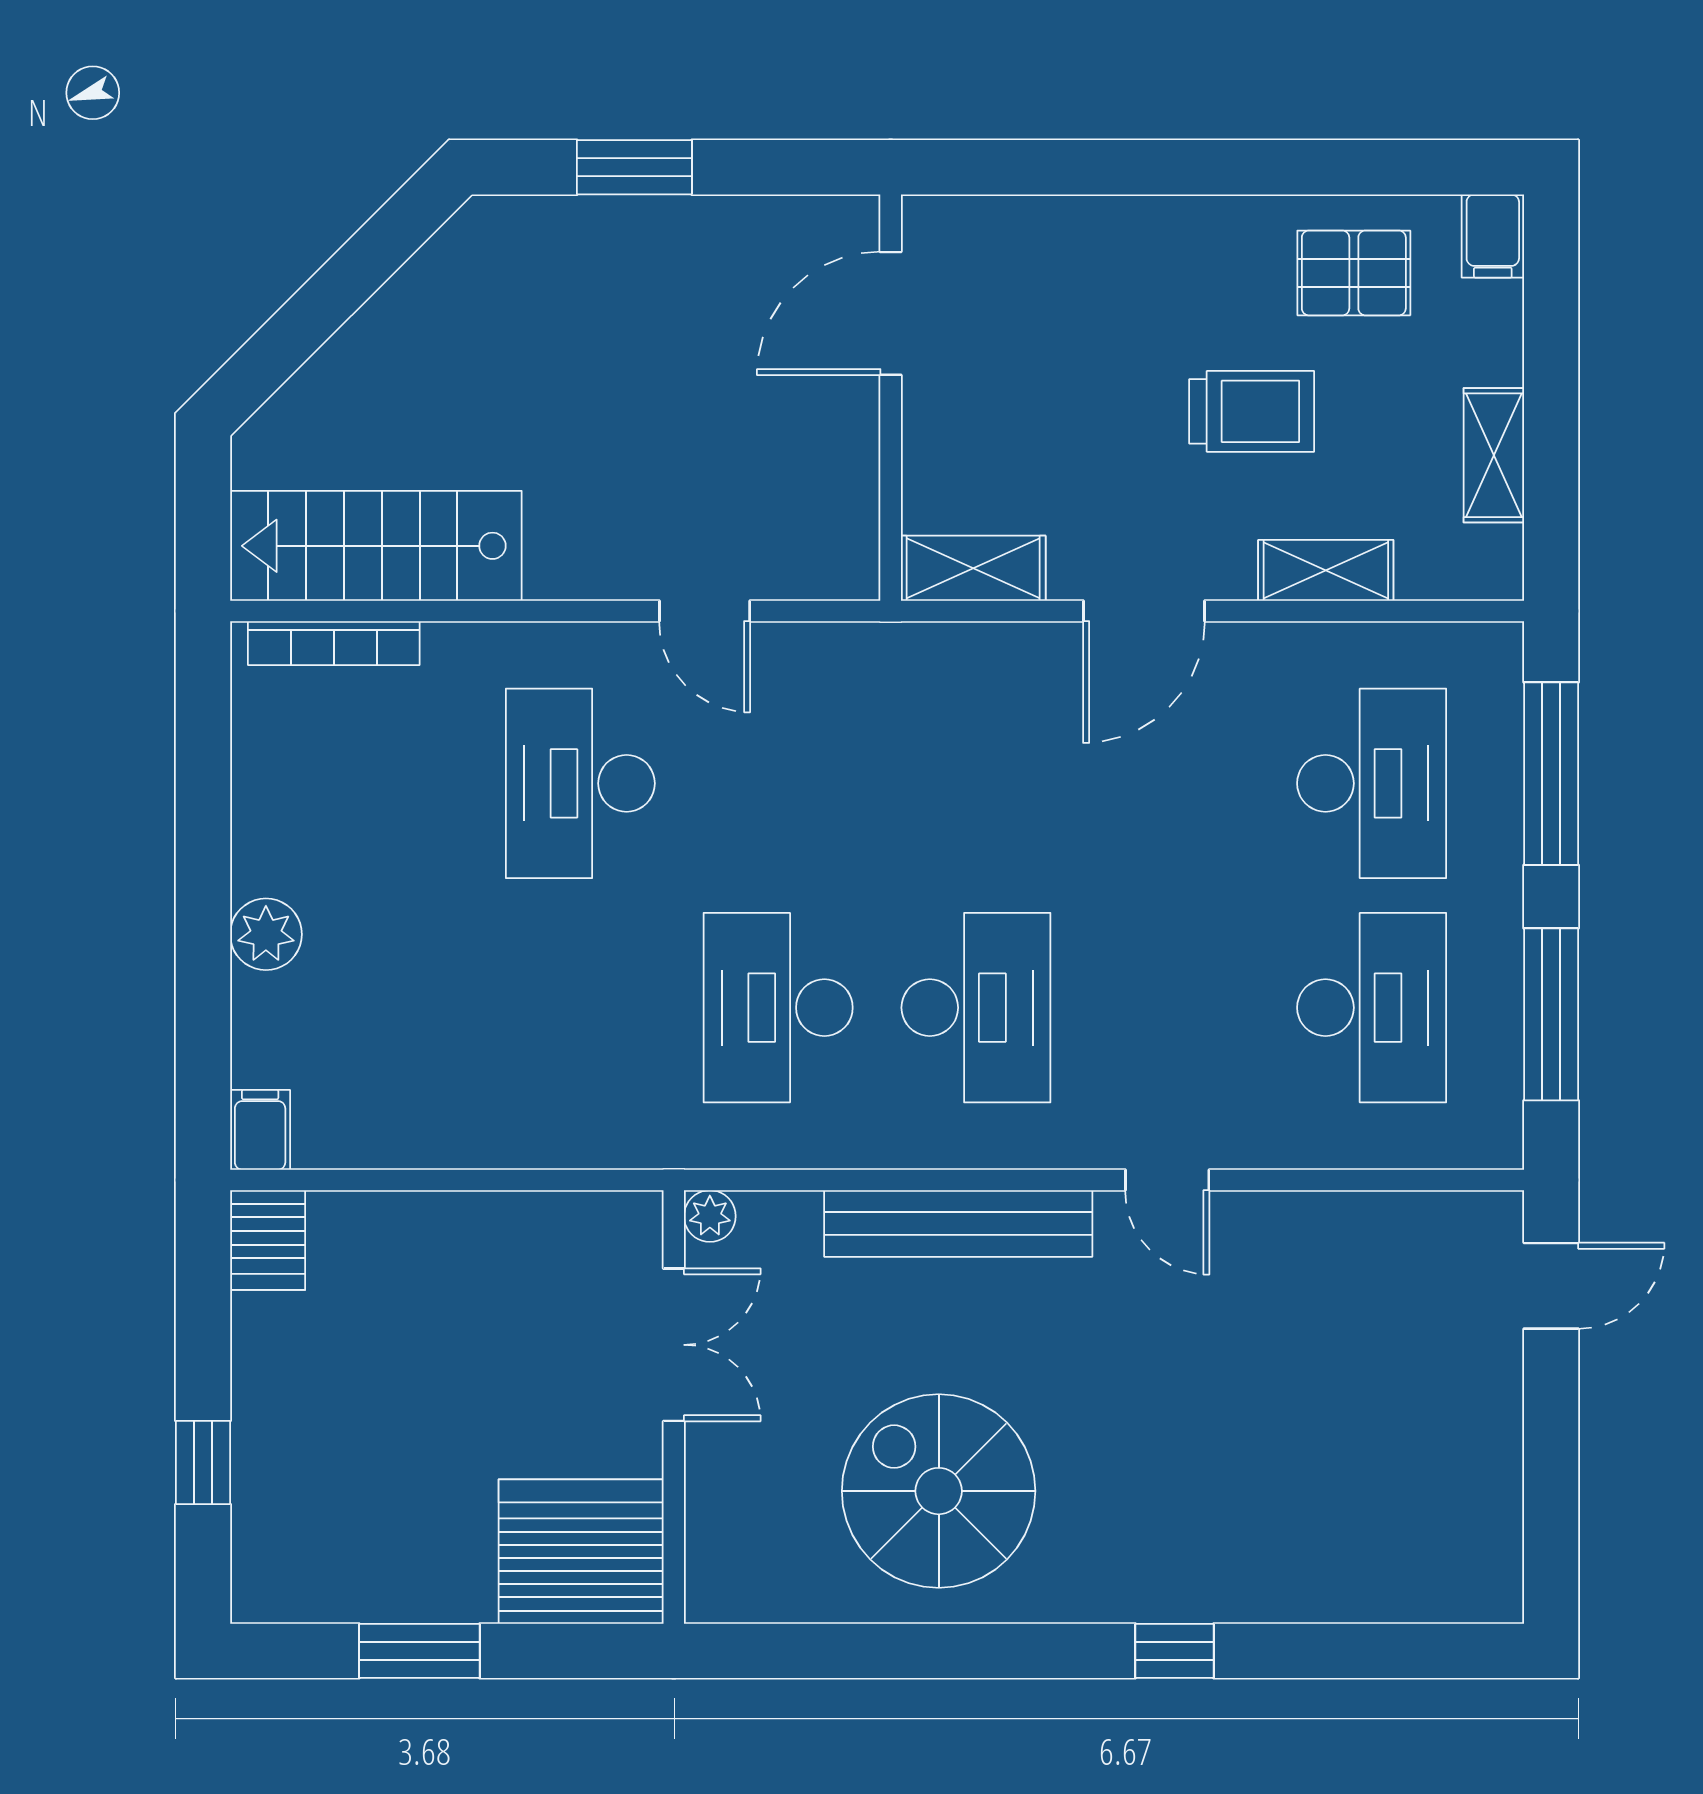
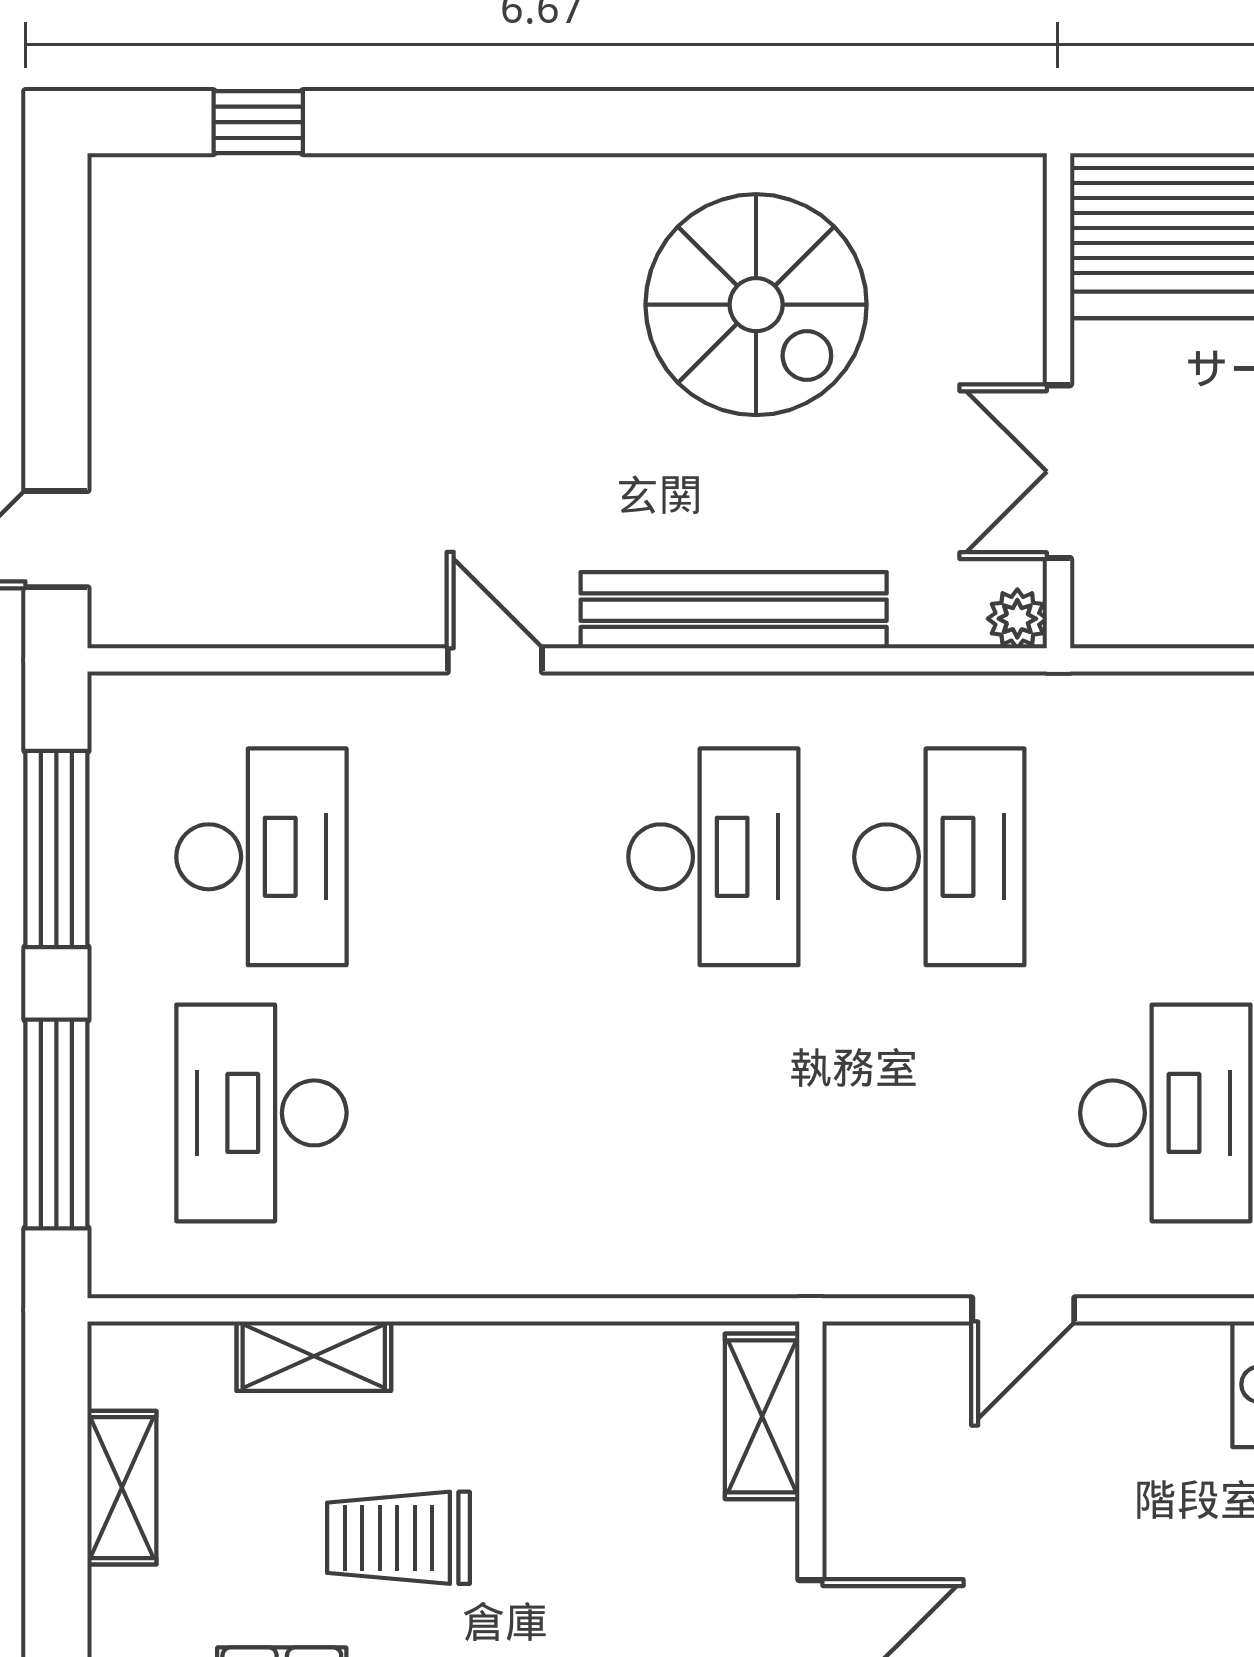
shelving: (973, 568) -> (762, 1416), moved, turned 90
door: (705, 611) -> (1023, 1310), swing flipped
door: (1144, 611) -> (522, 1310), removed
desk: (976, 1008) -> (713, 857), turned 180
desk: (1372, 1008) -> (261, 857), turned 180
window: (1175, 1651) -> (258, 122), moved

